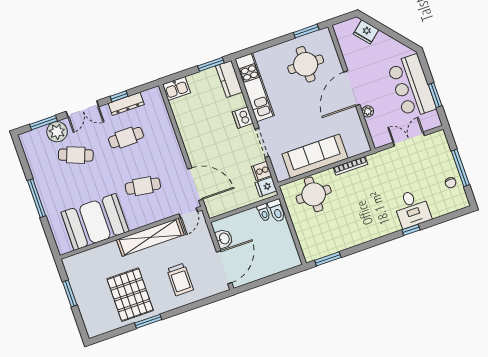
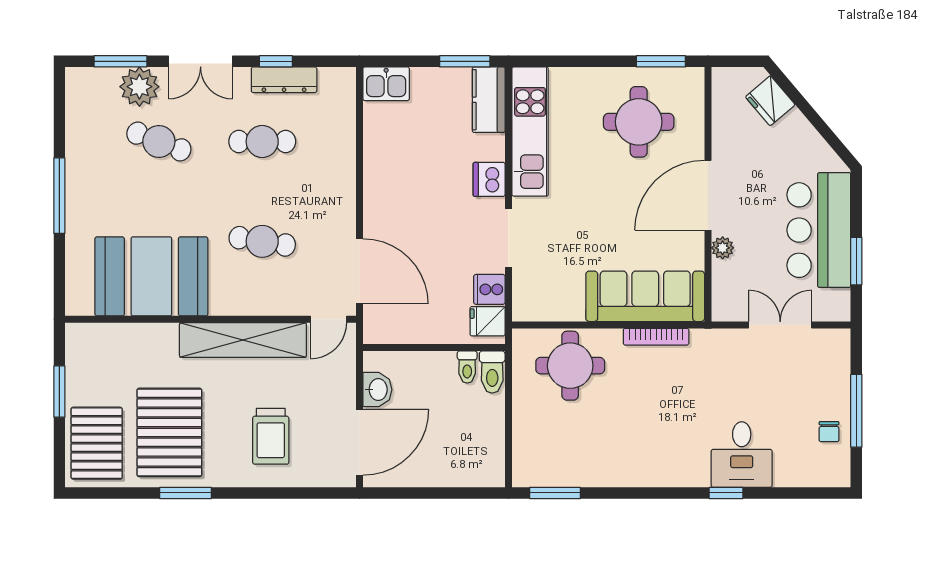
sofa: (315, 156) -> (645, 296), moved
pallet: (97, 312) -> (97, 443), added

